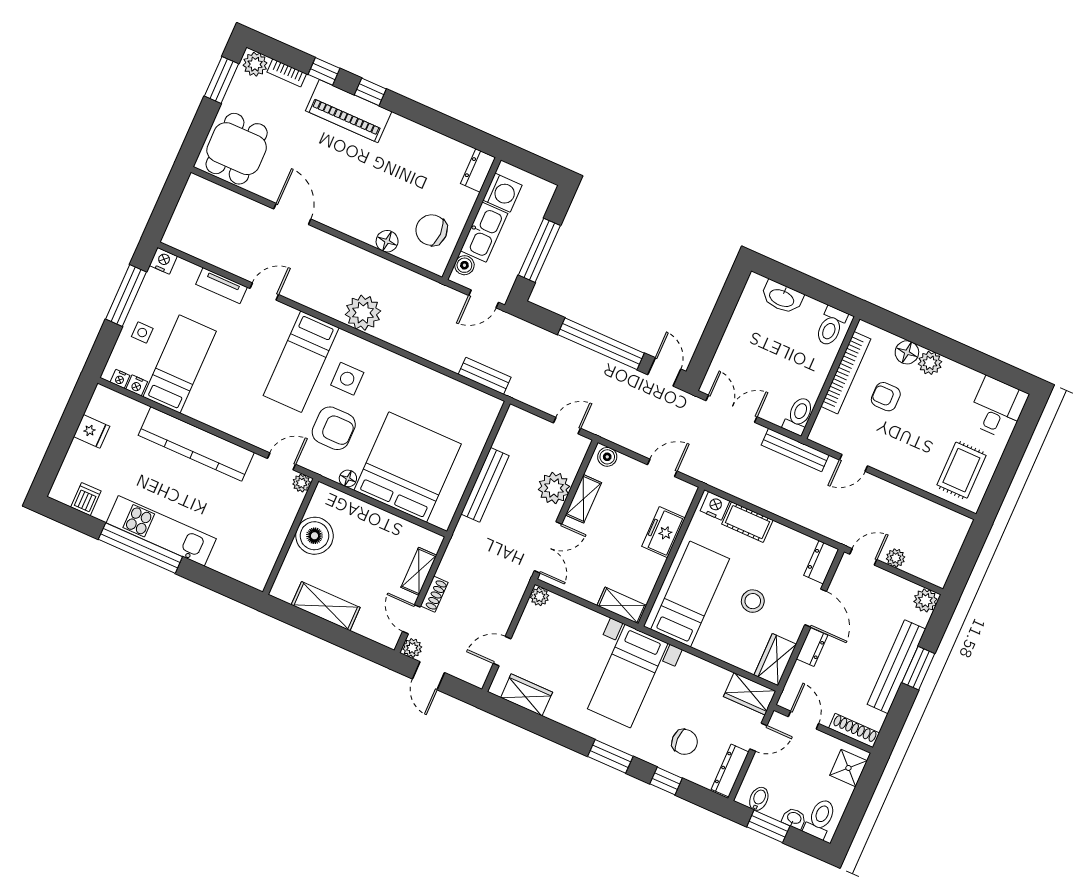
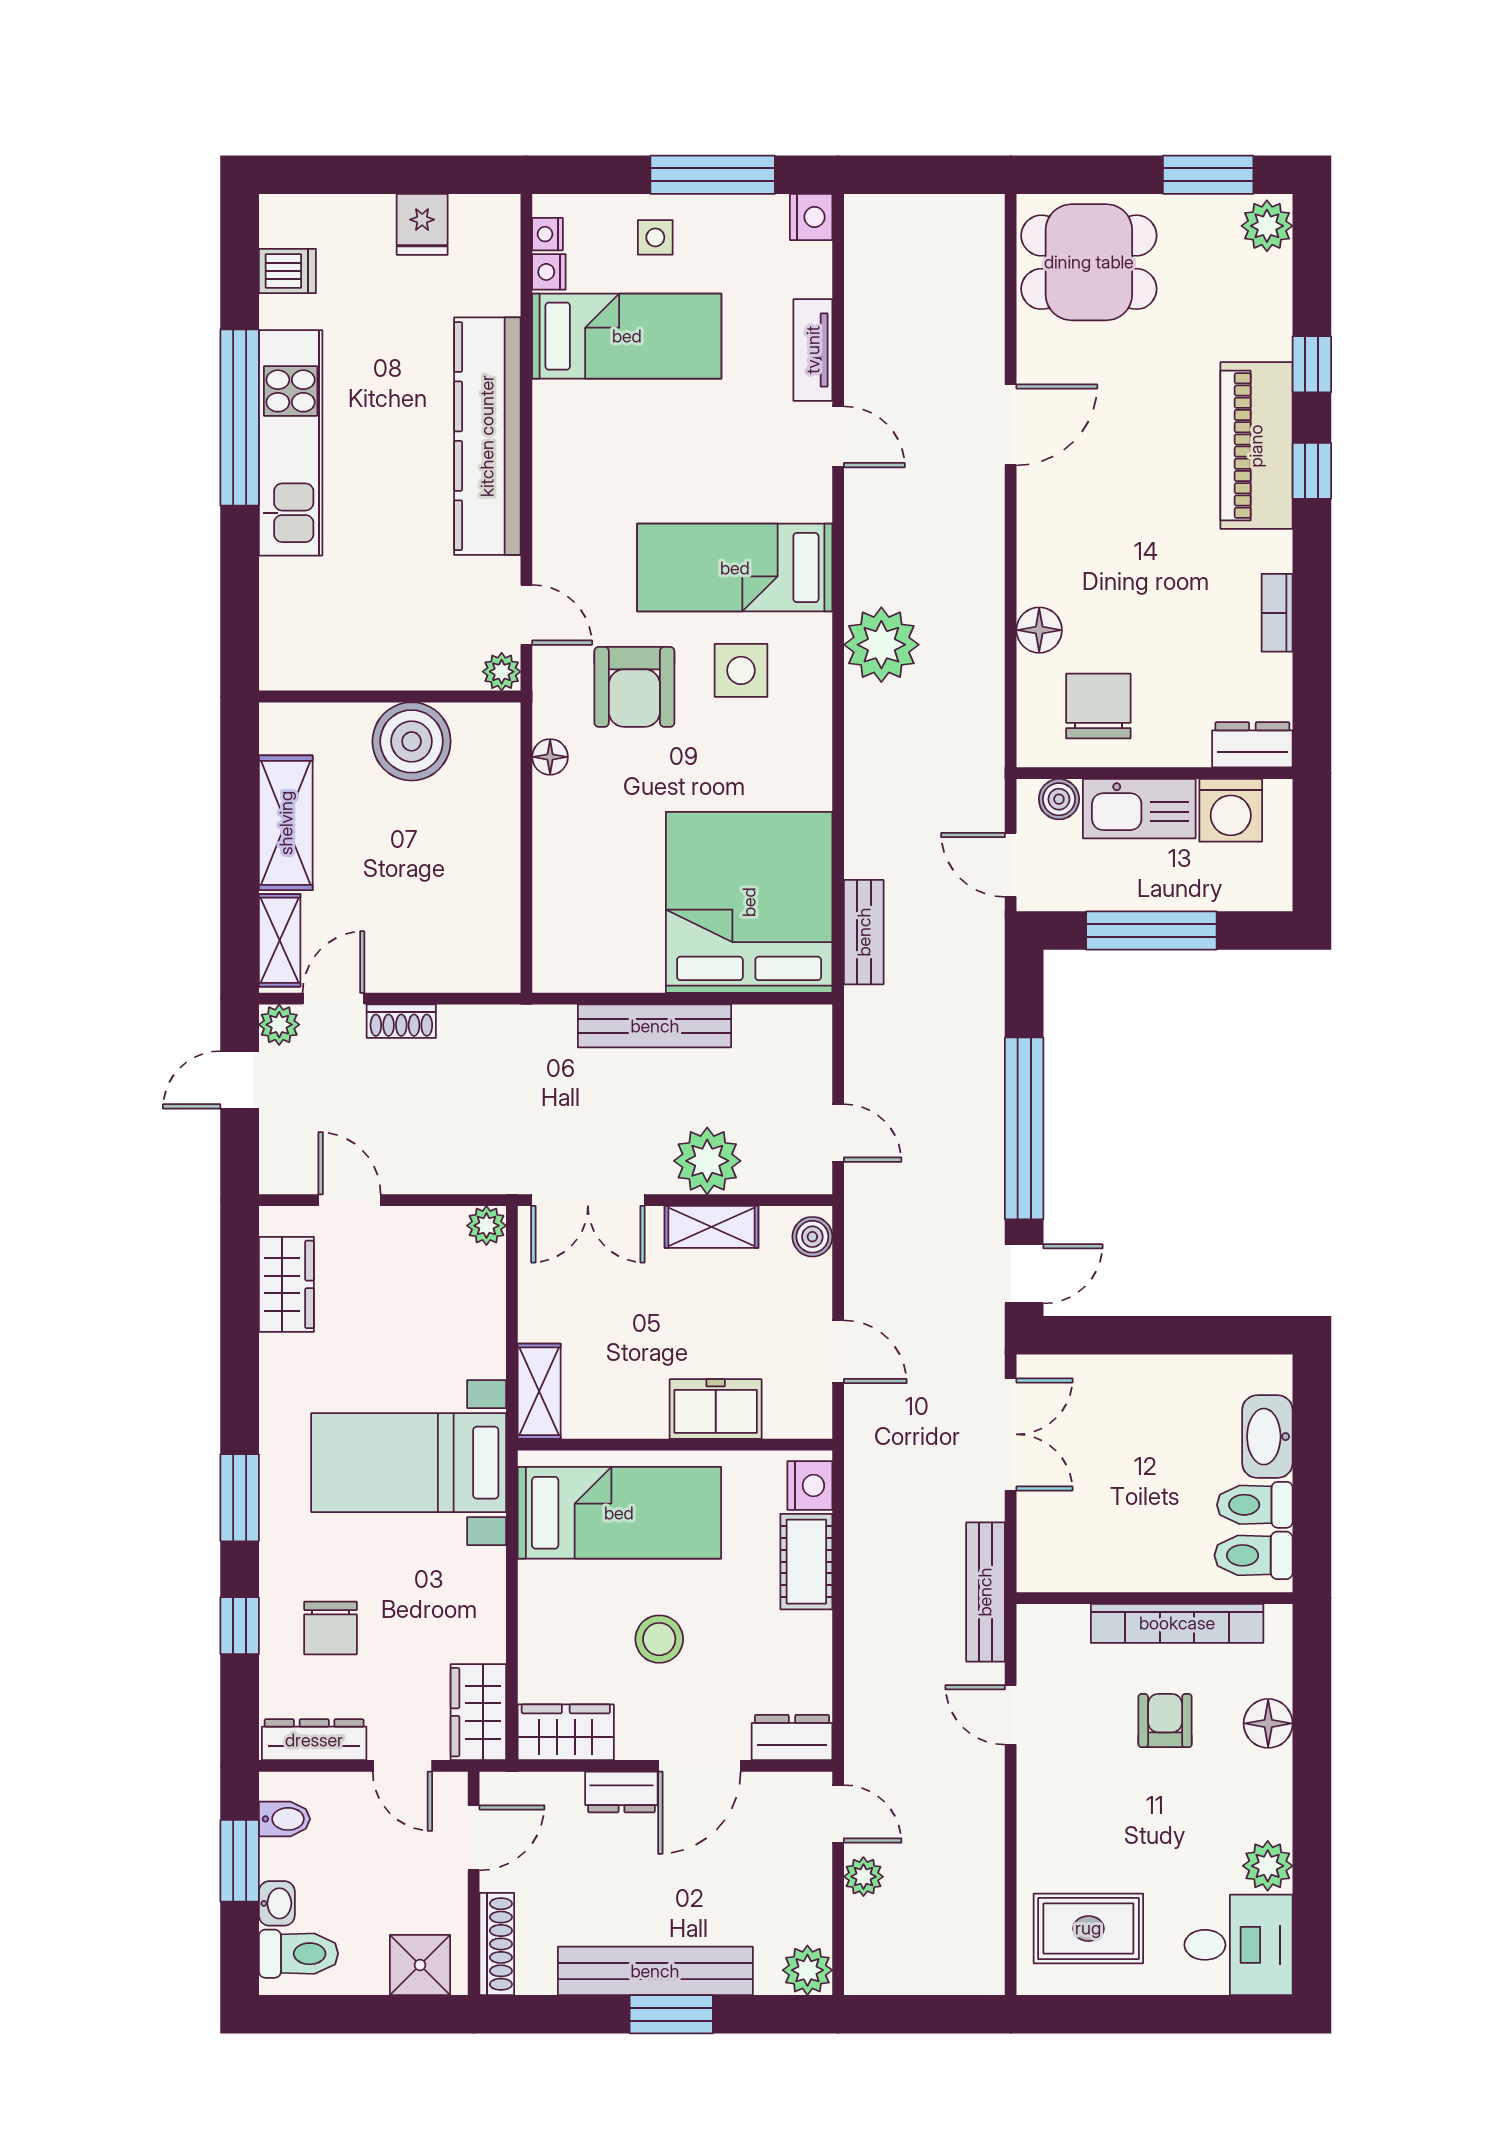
bookcase: (287, 73) -> (1277, 613), moved
plant: (930, 363) -> (1268, 1866), moved
toilet: (799, 416) -> (1255, 1505), moved, turned 180
bed: (408, 467) -> (749, 902), moved, turned -90
shelving: (419, 571) -> (280, 940), moved, turned 90

